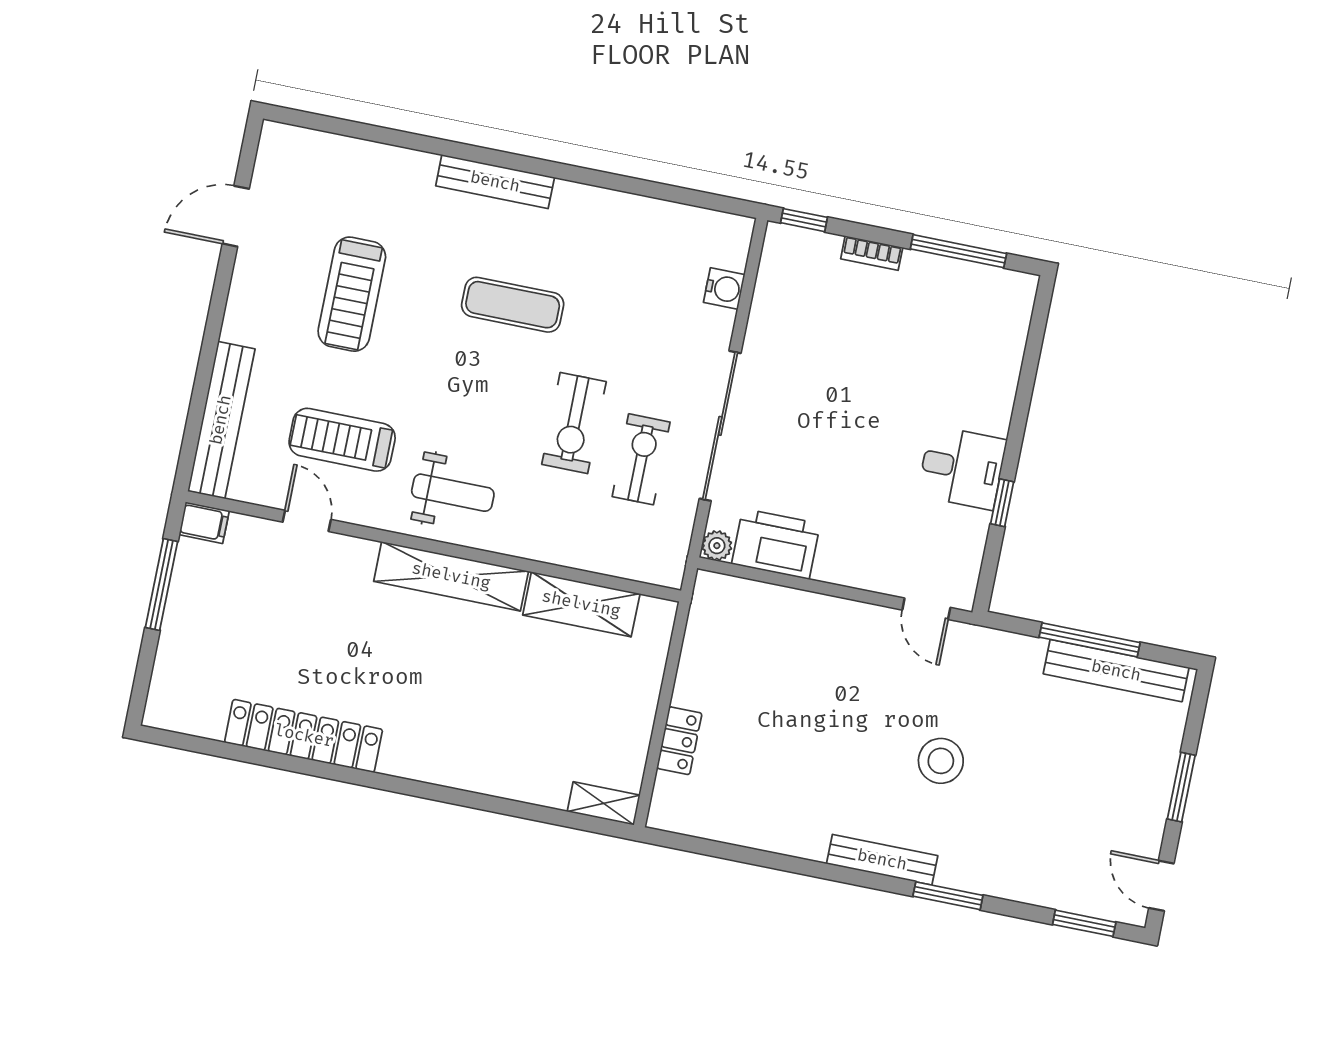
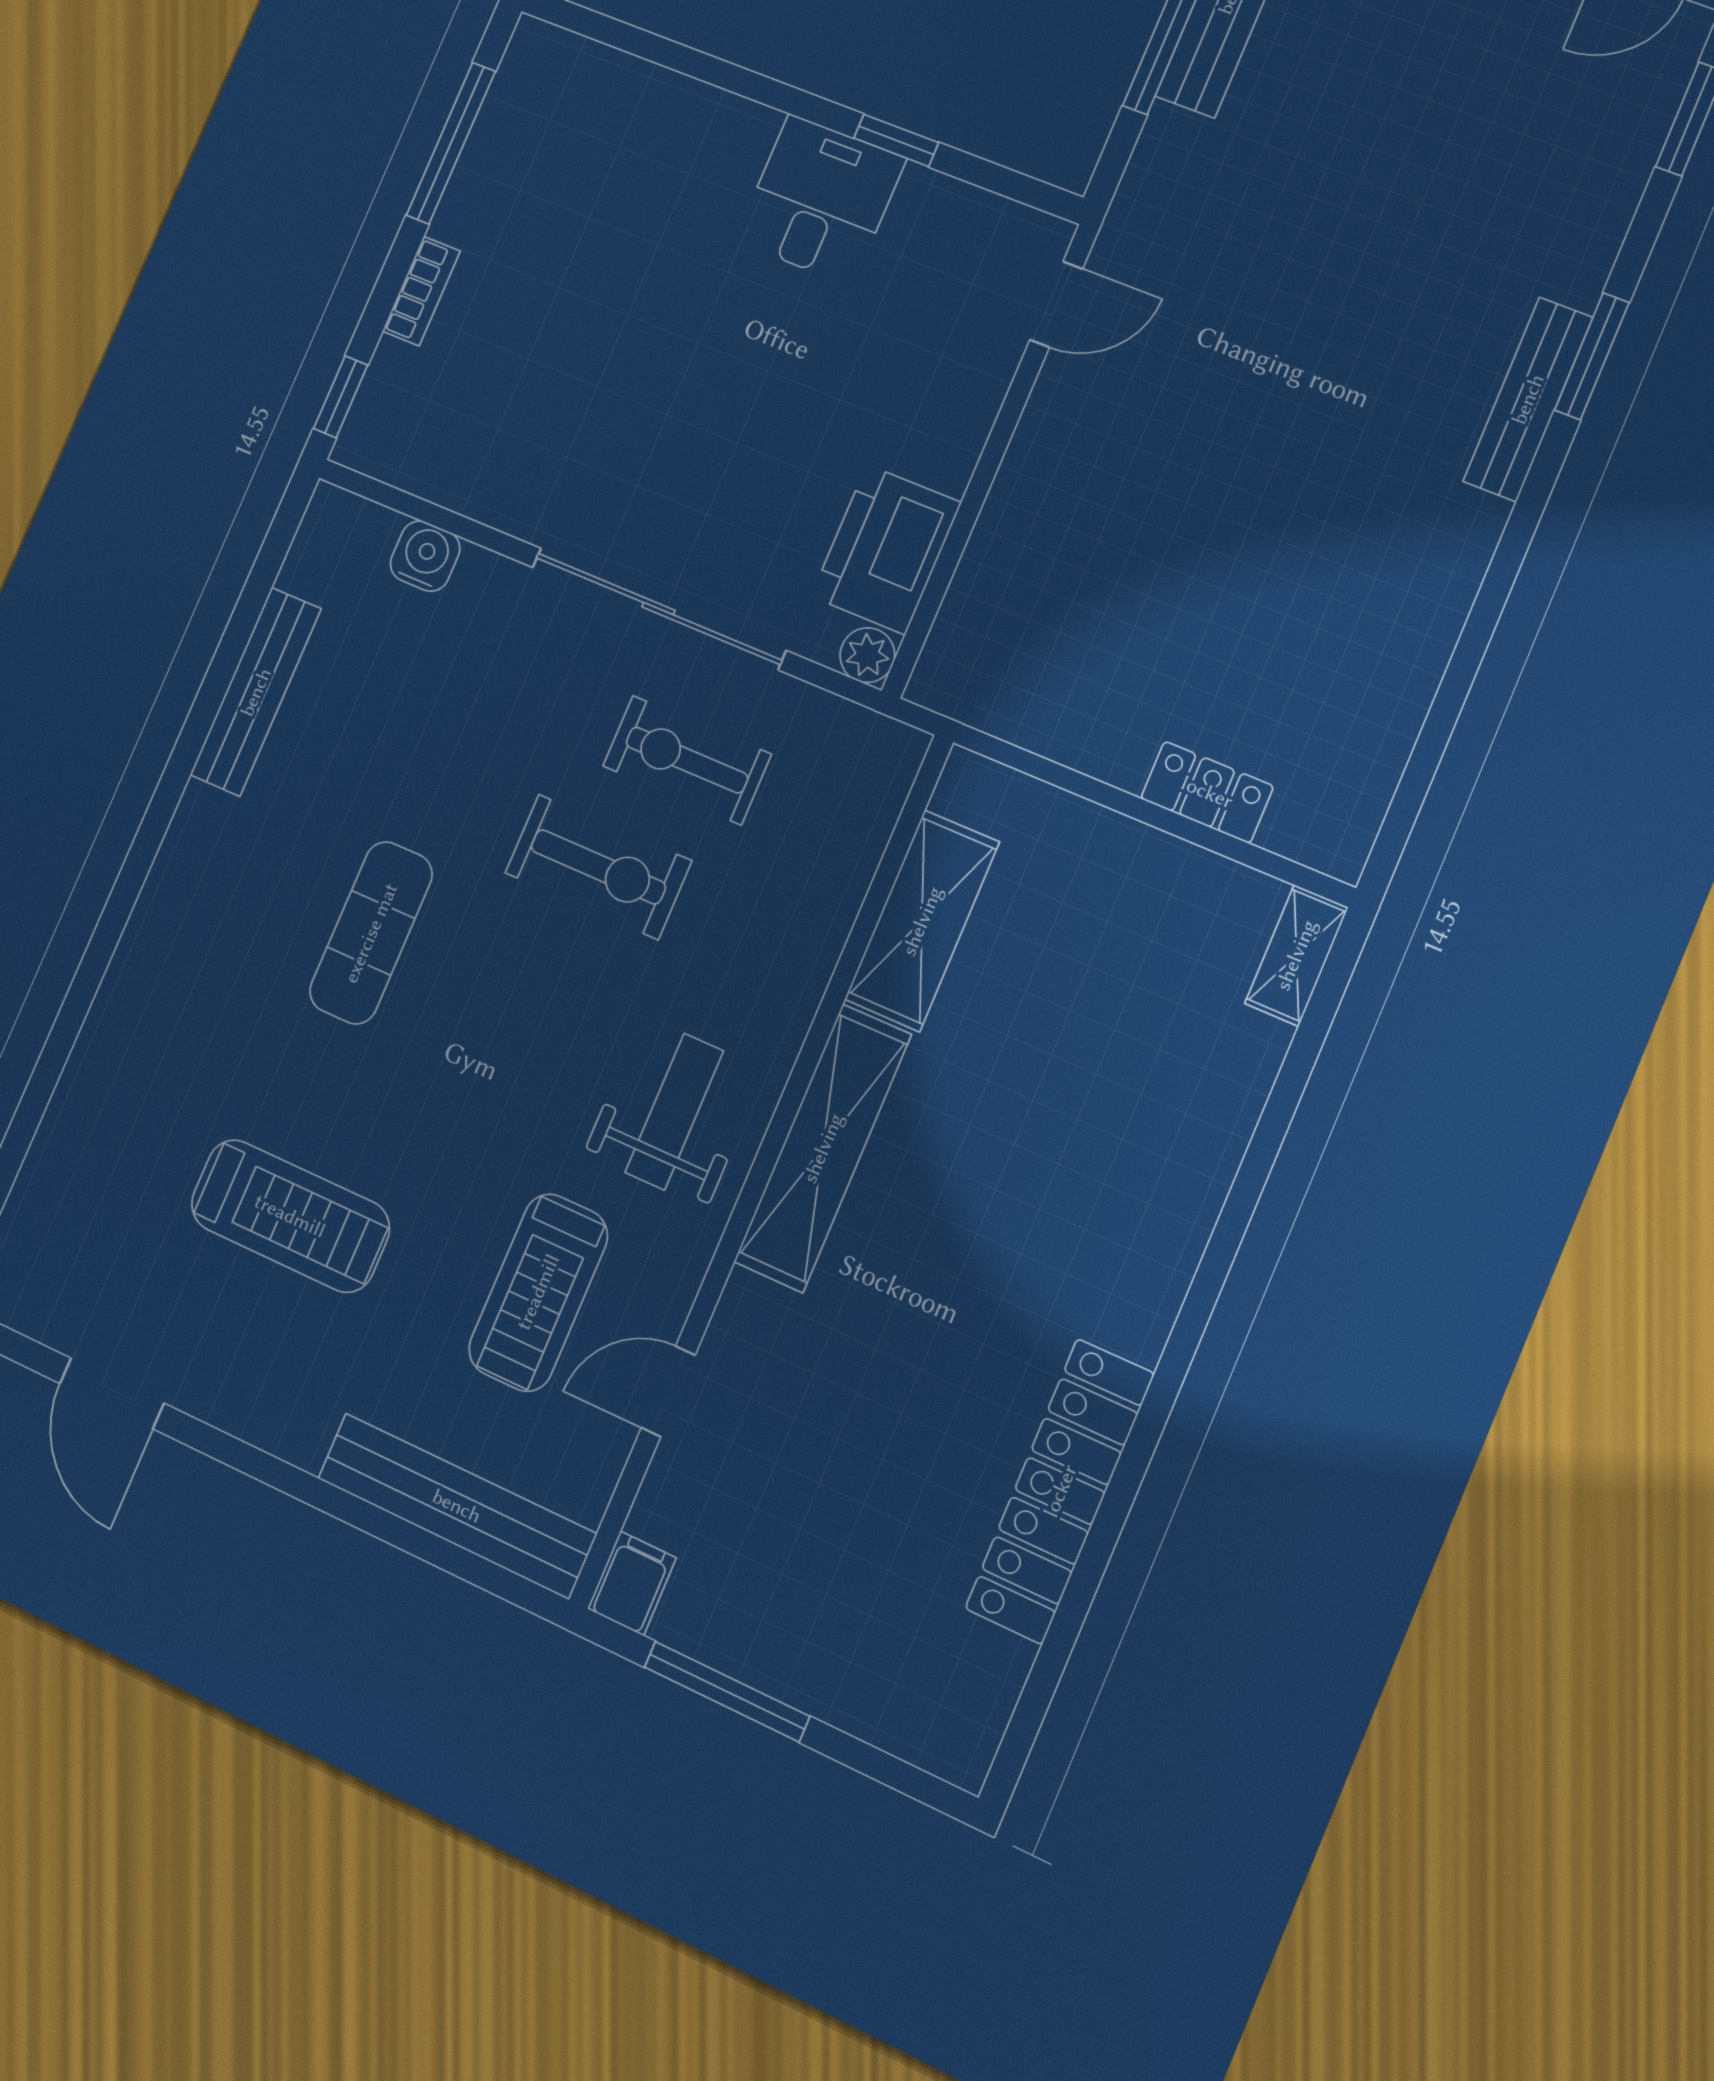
bench: (495, 182) -> (256, 692), moved
stool: (941, 761) -> (1337, 326), removed
bench: (882, 860) -> (1528, 399), moved

